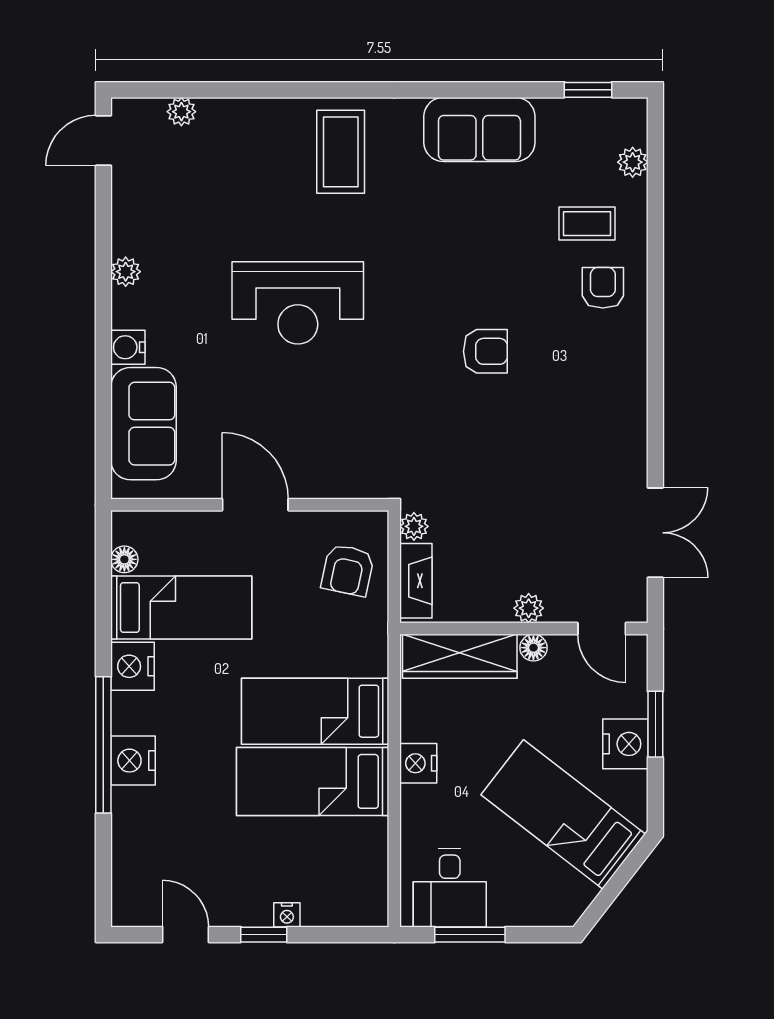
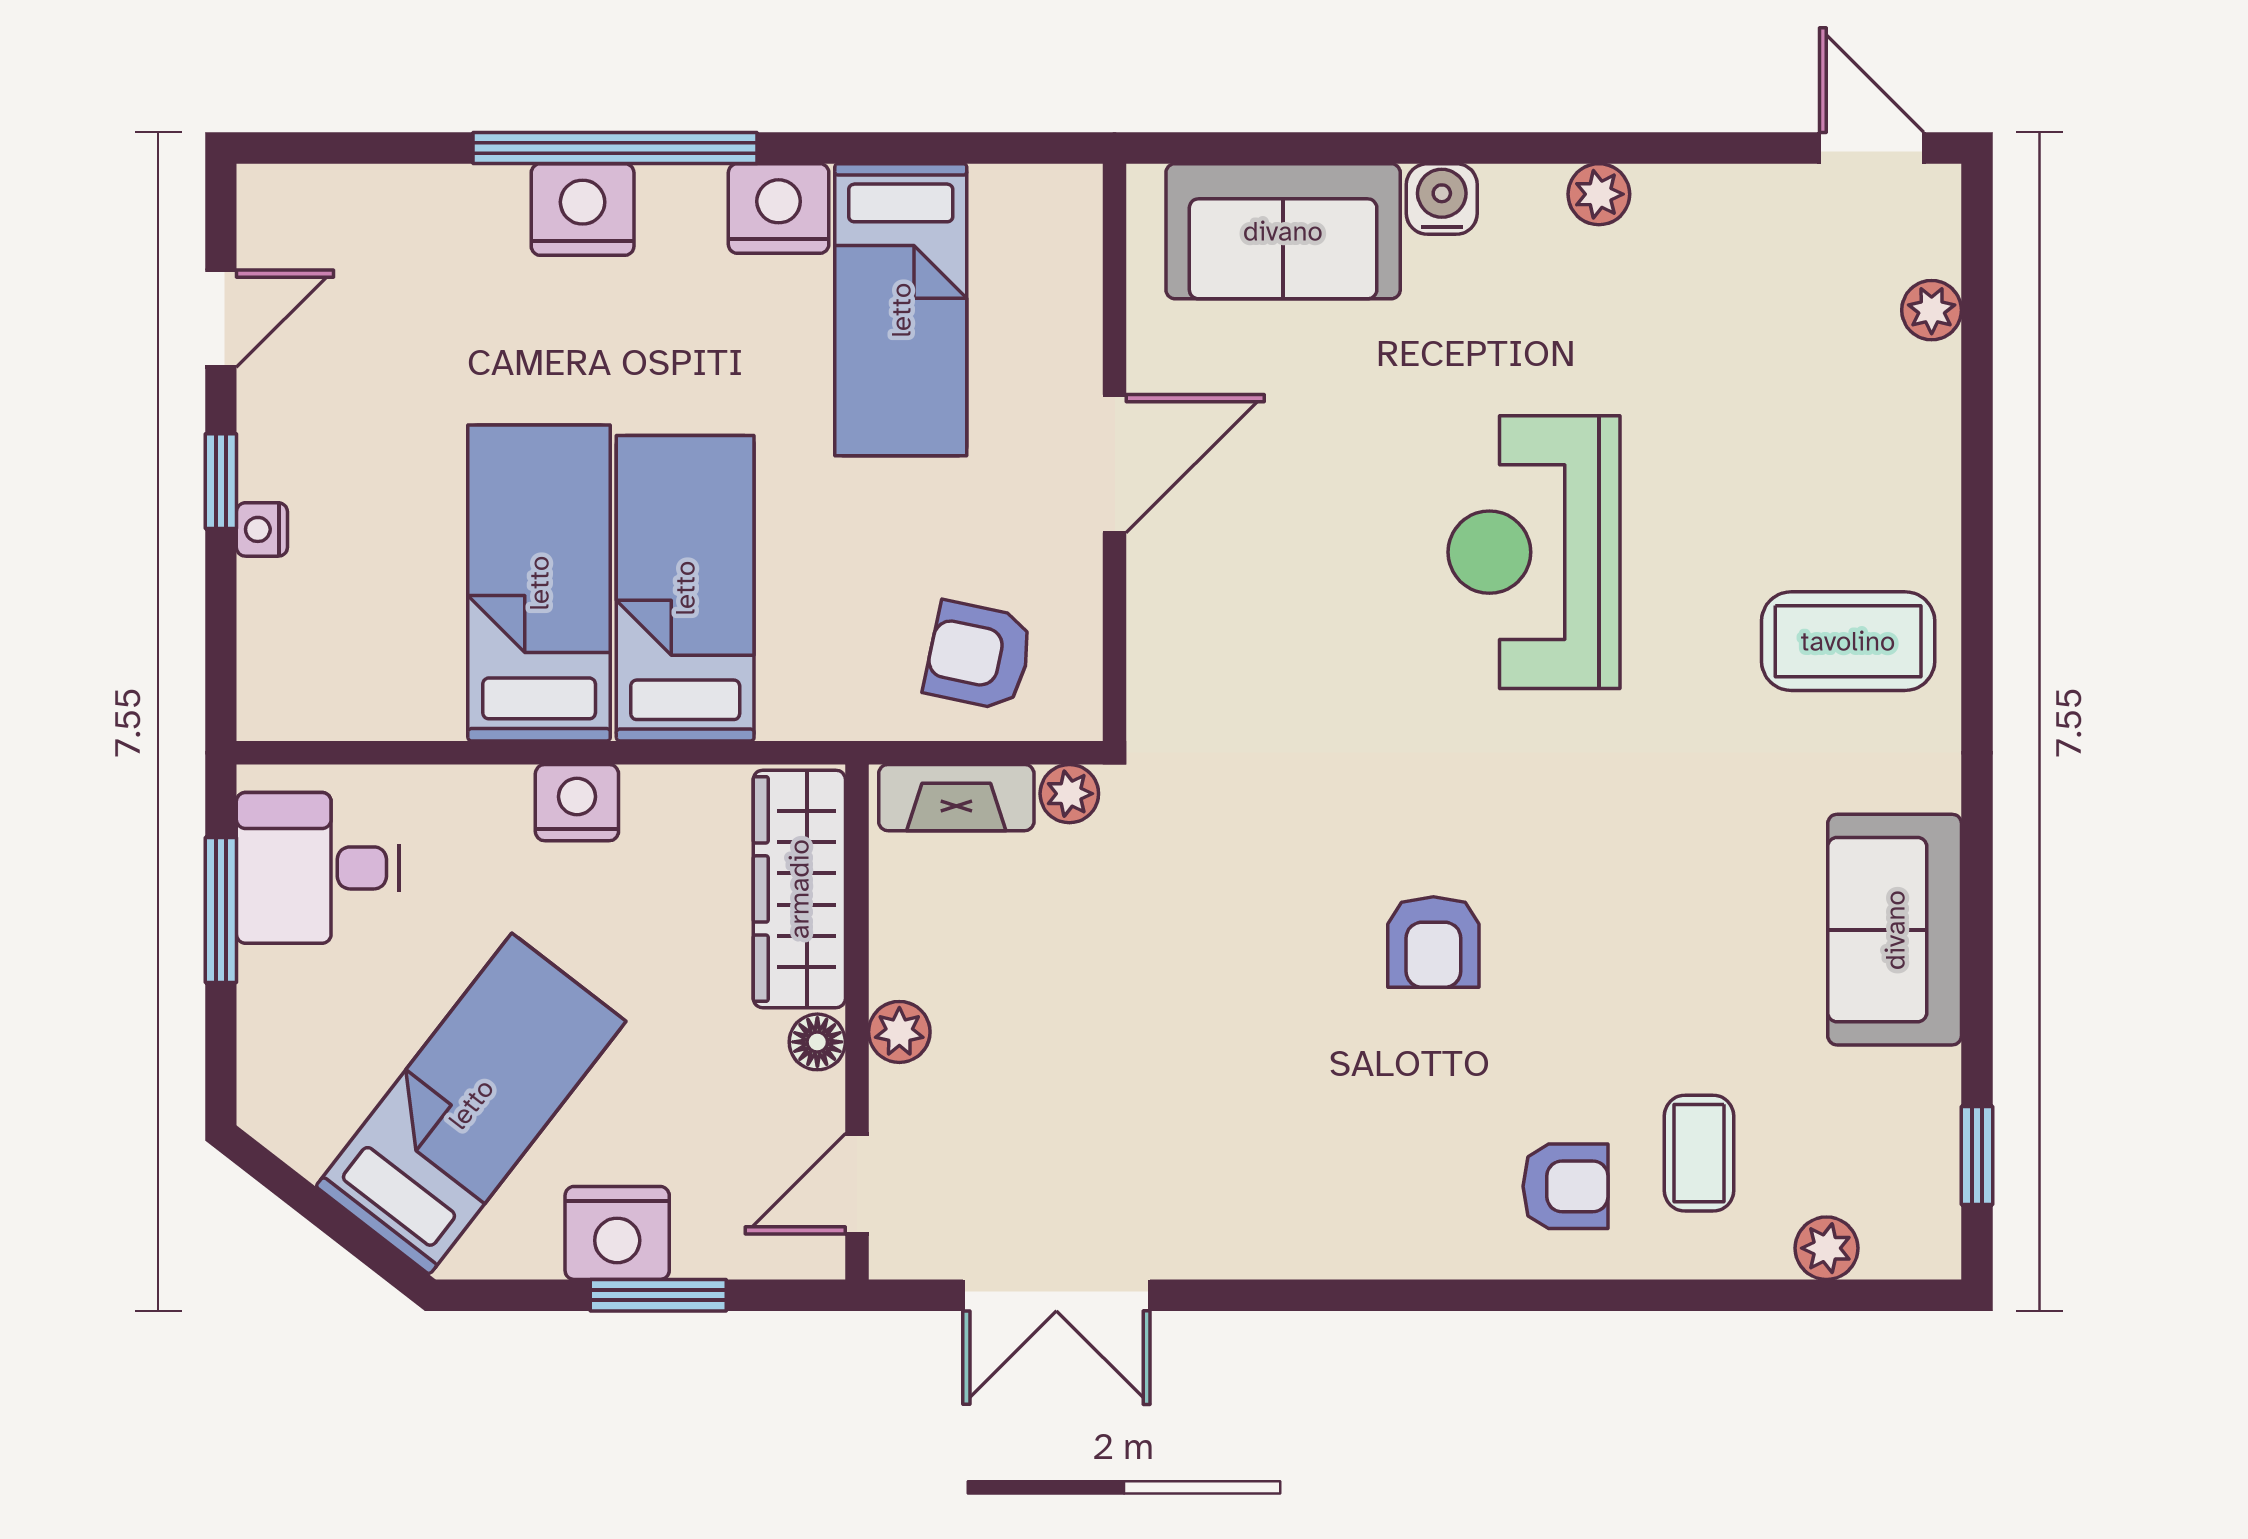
floor lamp: (124, 559) -> (1001, 191), removed

